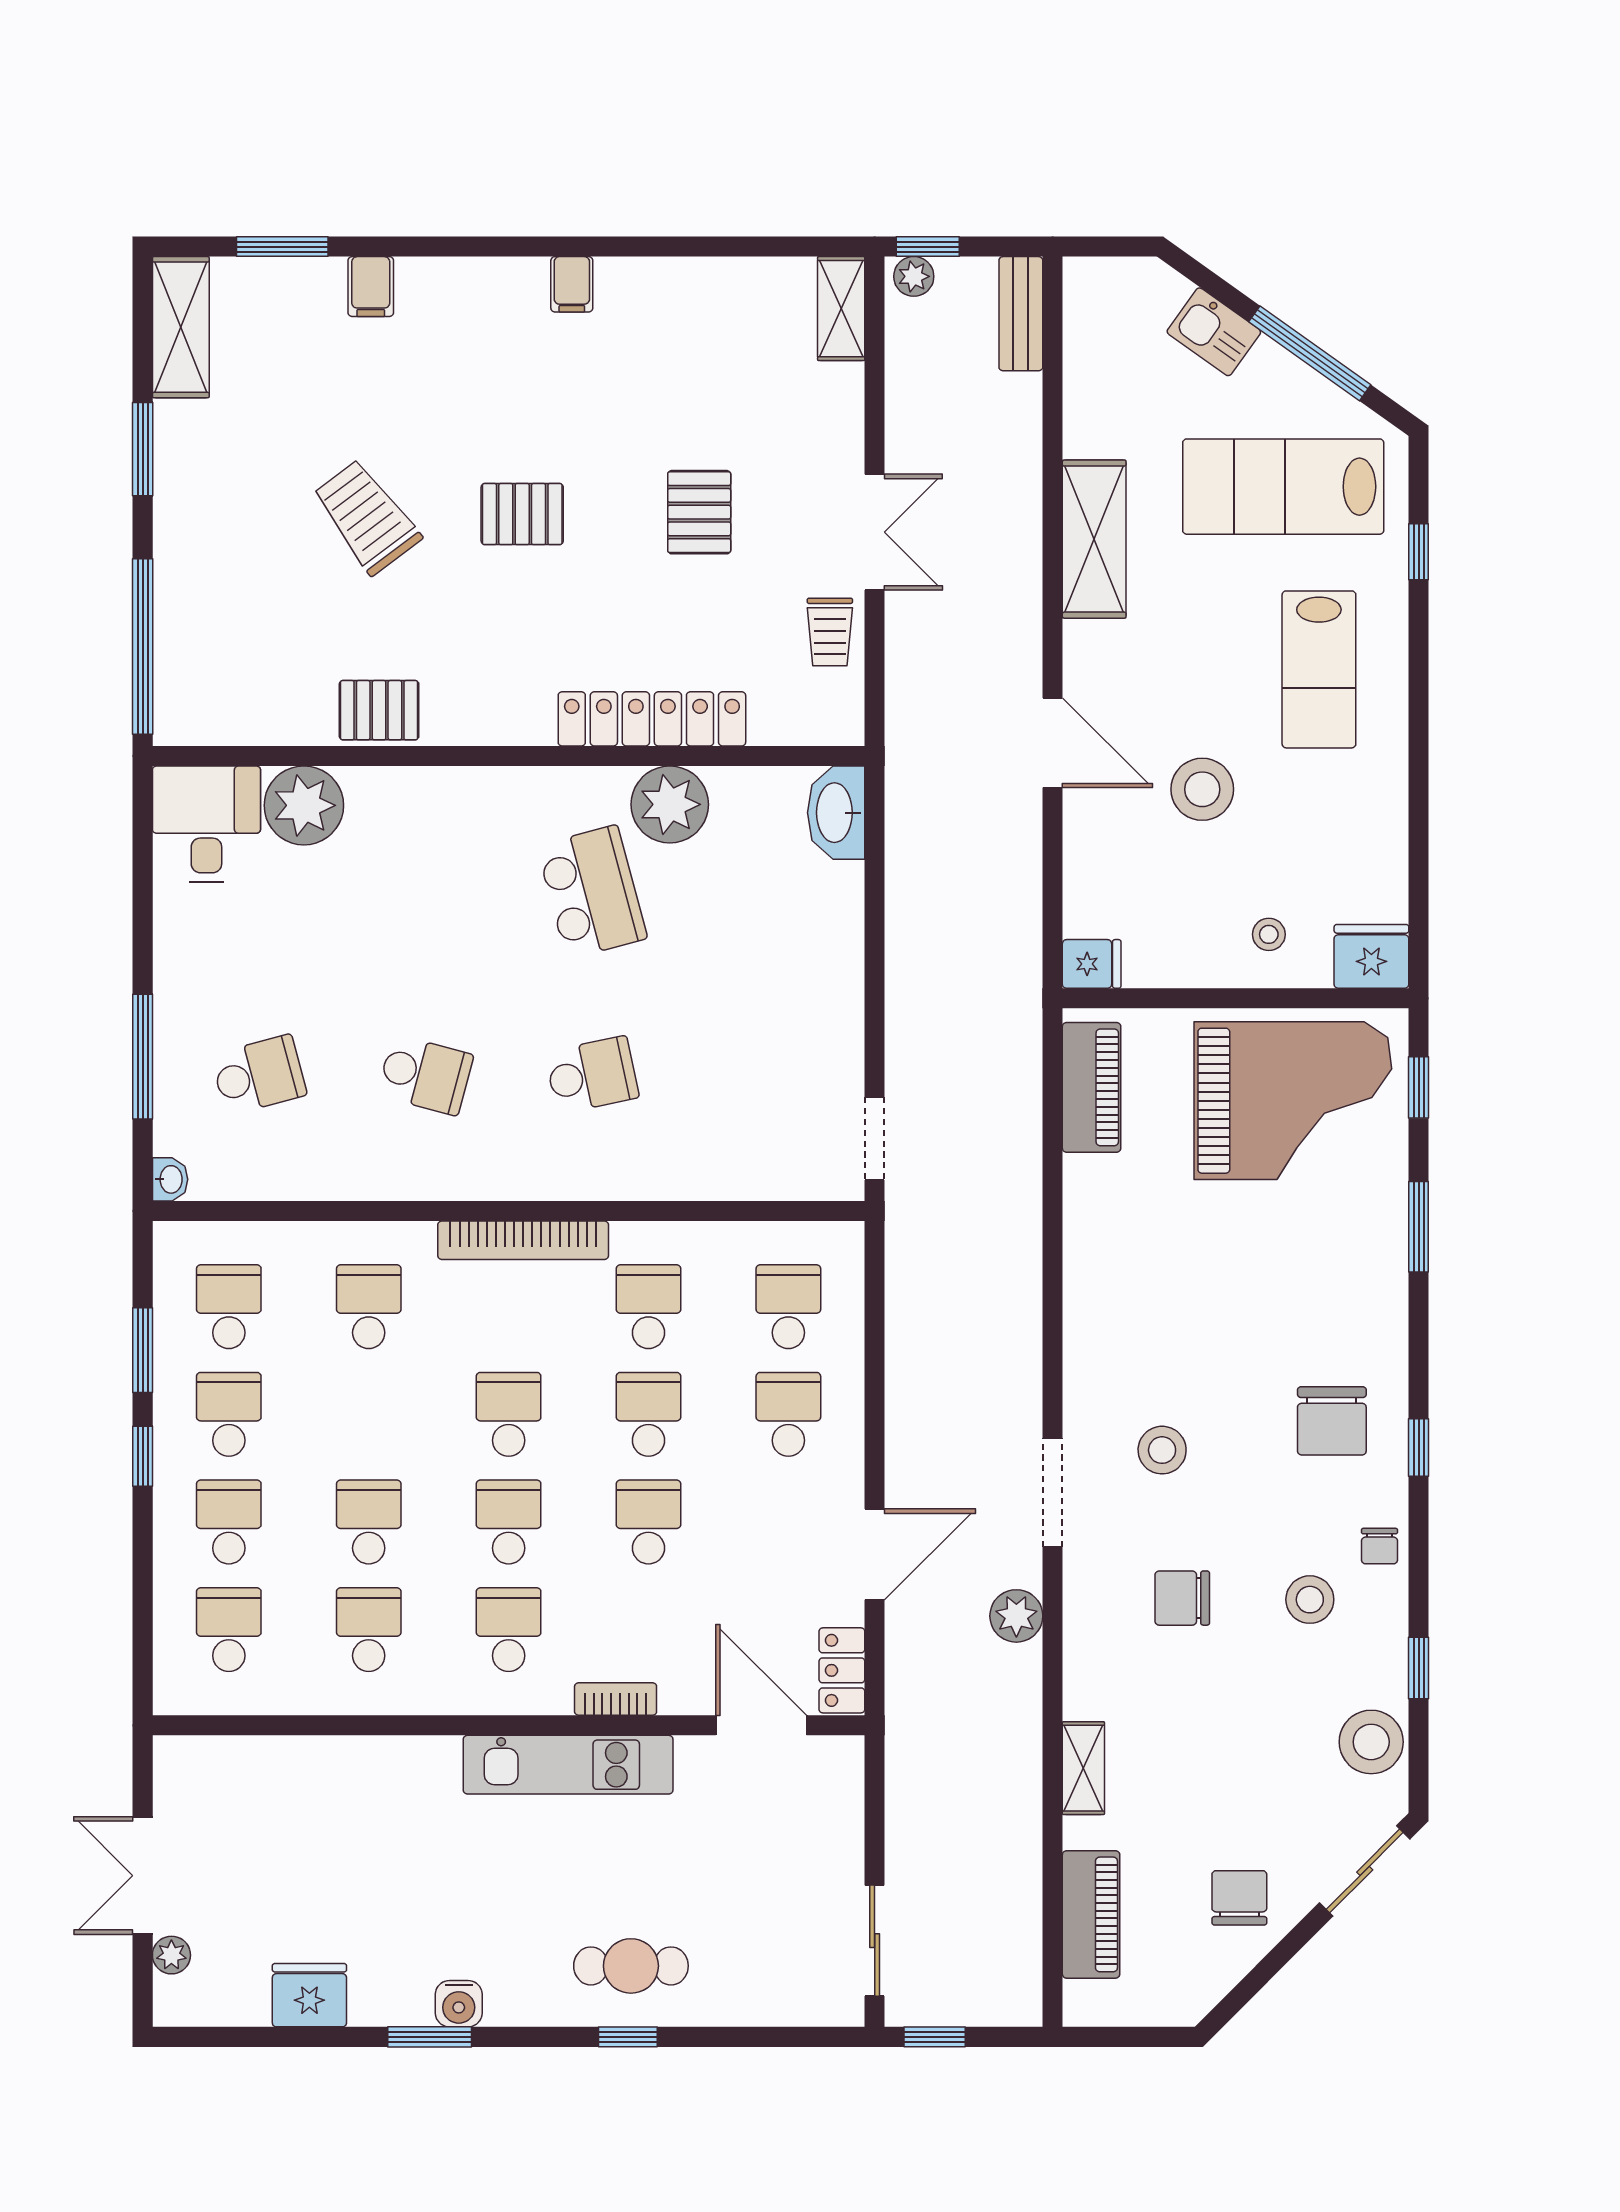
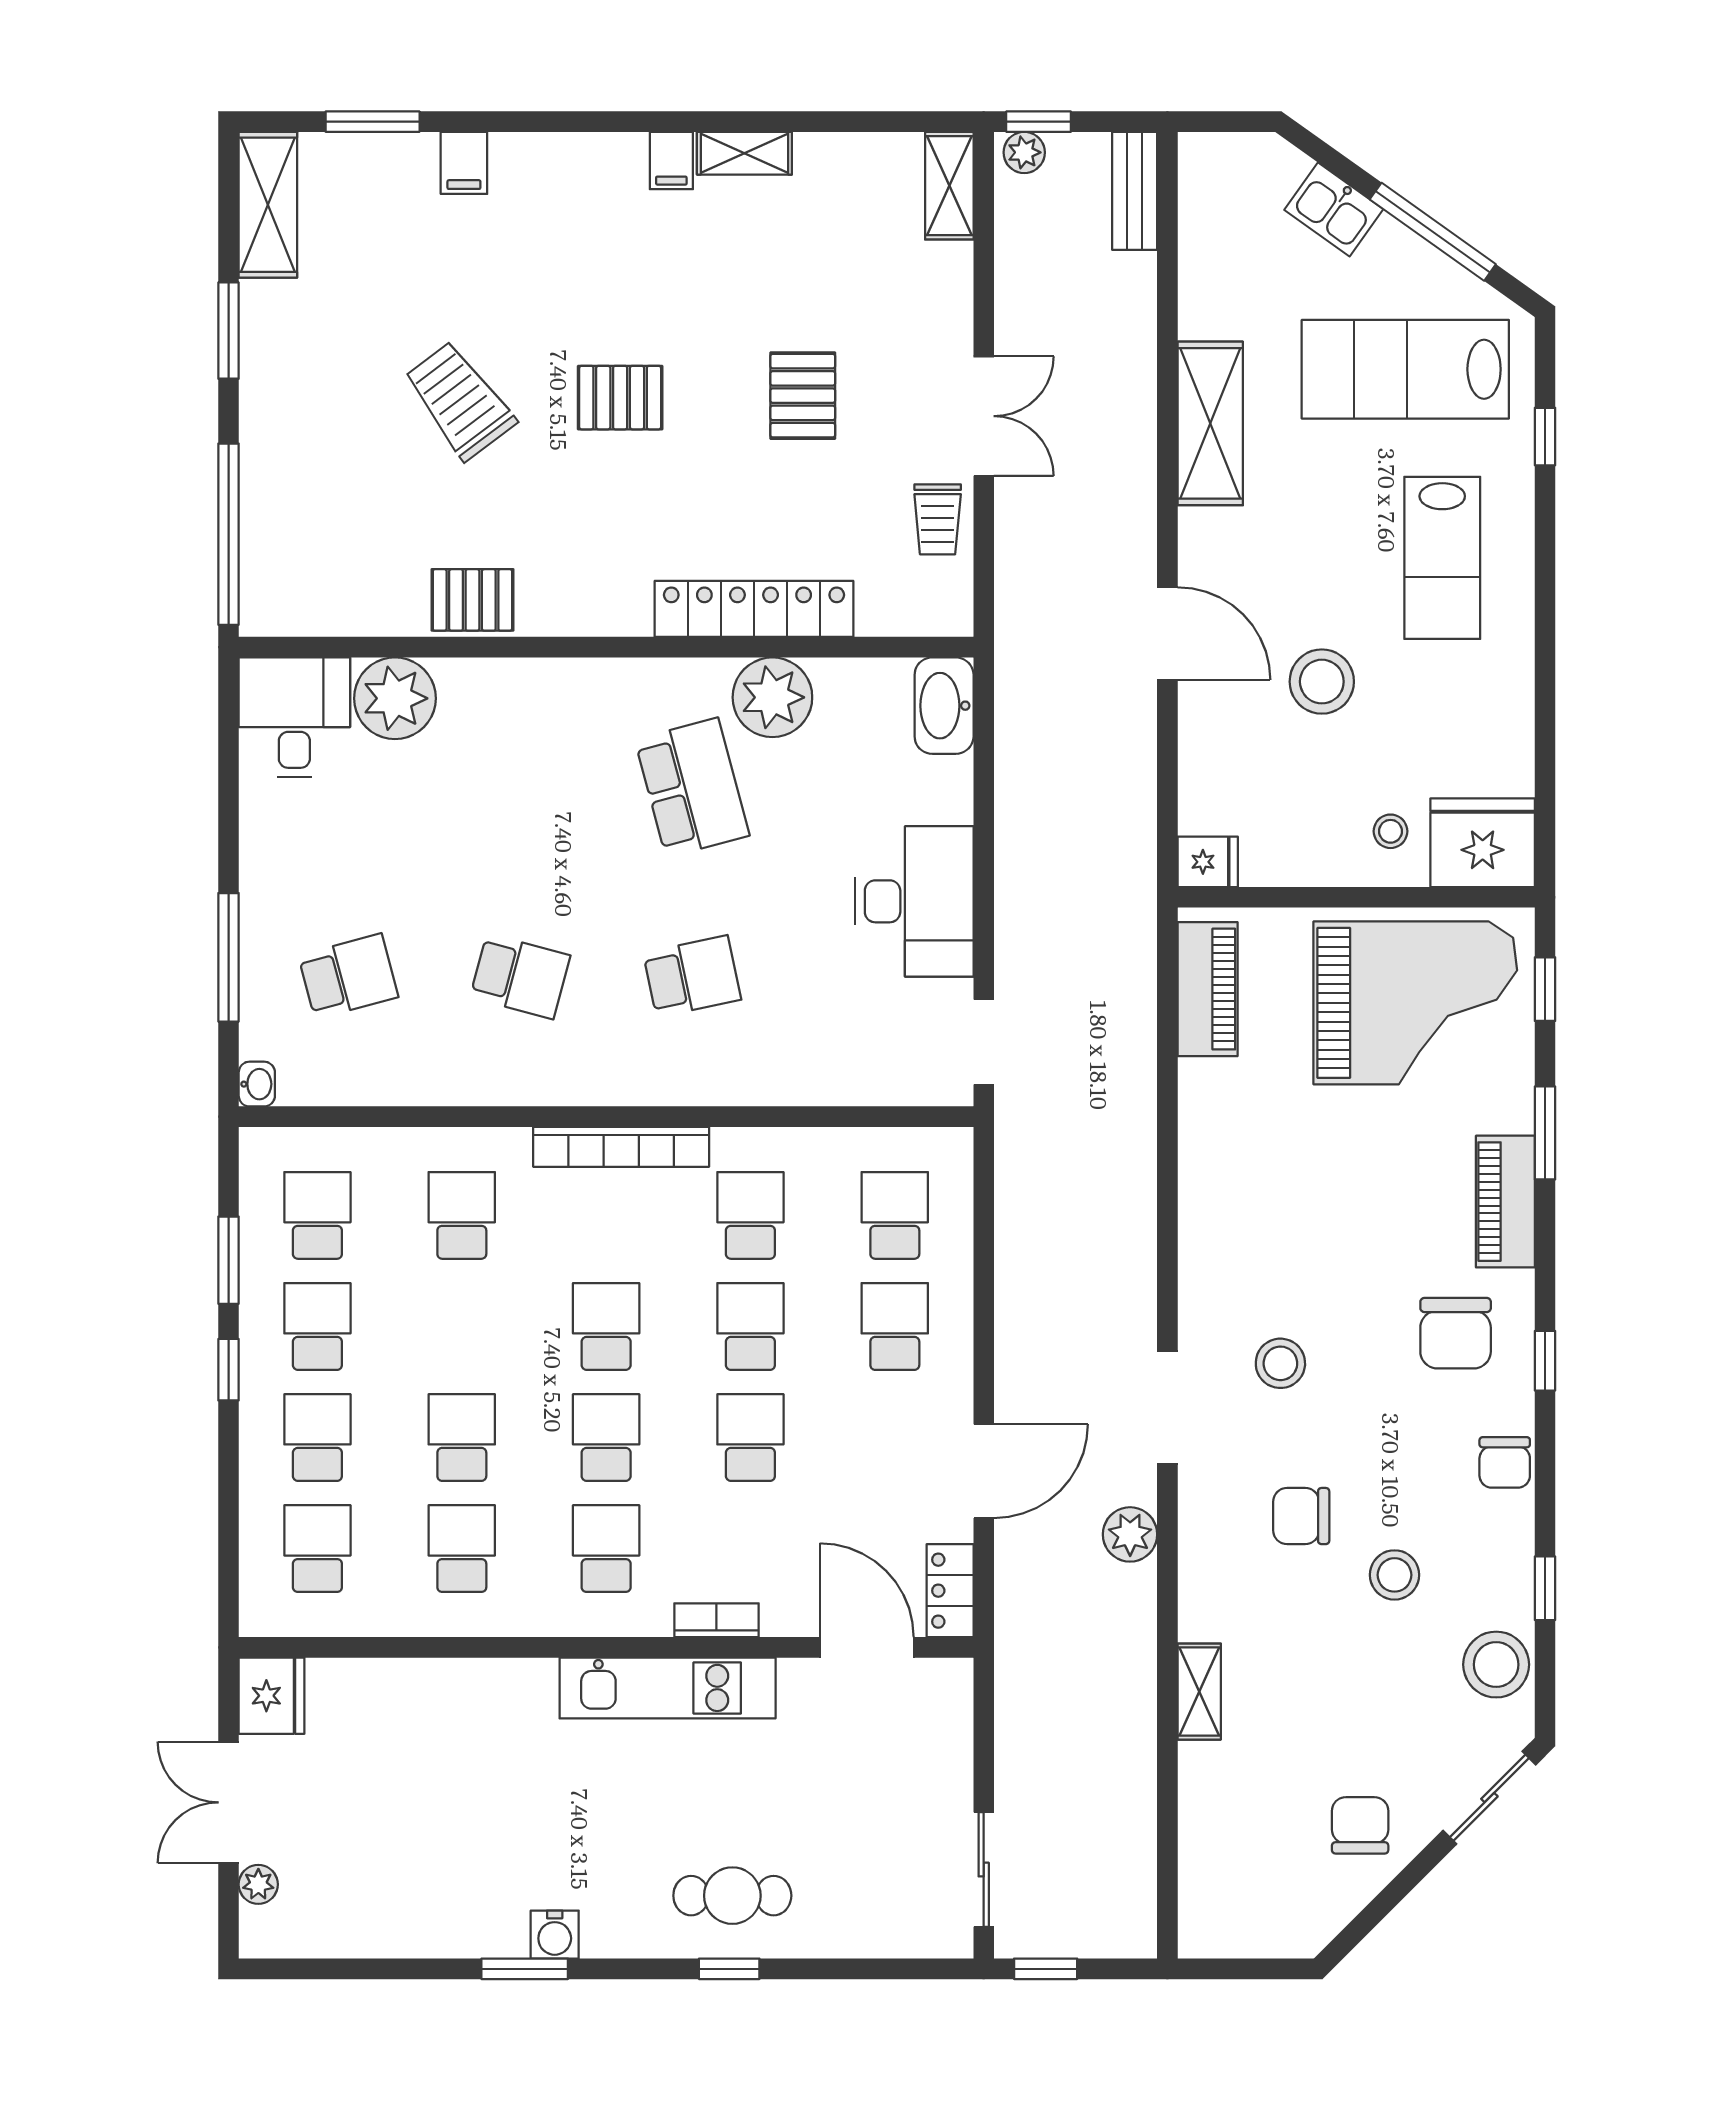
shelving: (643, 277) -> (744, 153), added
fridge: (1371, 956) -> (1483, 843), width x1.36, depth x1.34
desk: (807, 1002) -> (914, 901), added
chair: (1380, 1546) -> (1505, 1462), width x1.37, depth x1.37
stool: (1310, 1600) -> (1394, 1575), moved
piano: (1091, 1914) -> (1505, 1202), moved, turned 180
fridge: (309, 1995) -> (272, 1696), moved, turned 90

